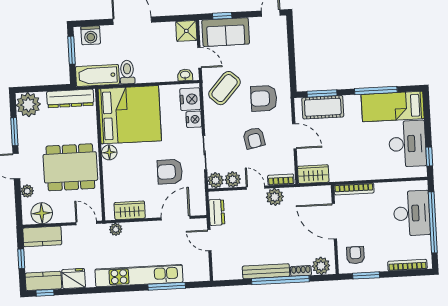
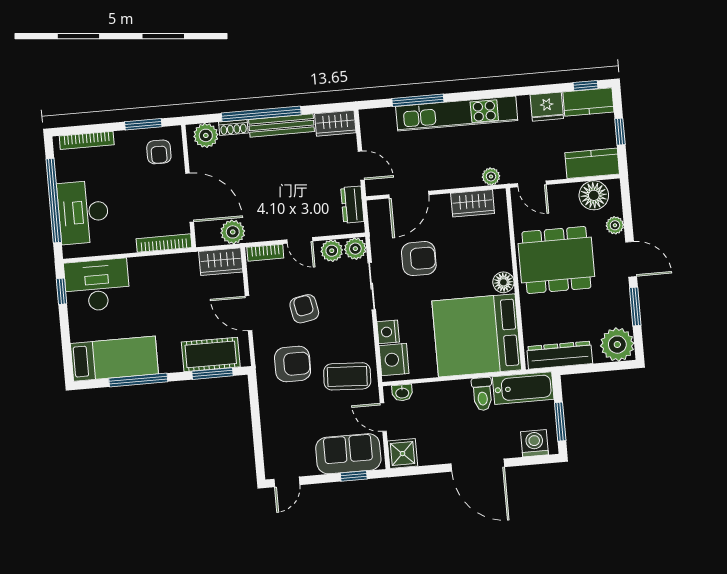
coffee table: (225, 88) -> (347, 376), turned 51
desk: (407, 144) -> (97, 285), moved, turned 90
plant: (275, 197) -> (233, 232), moved
wardrobe: (227, 272) -> (335, 123), added

